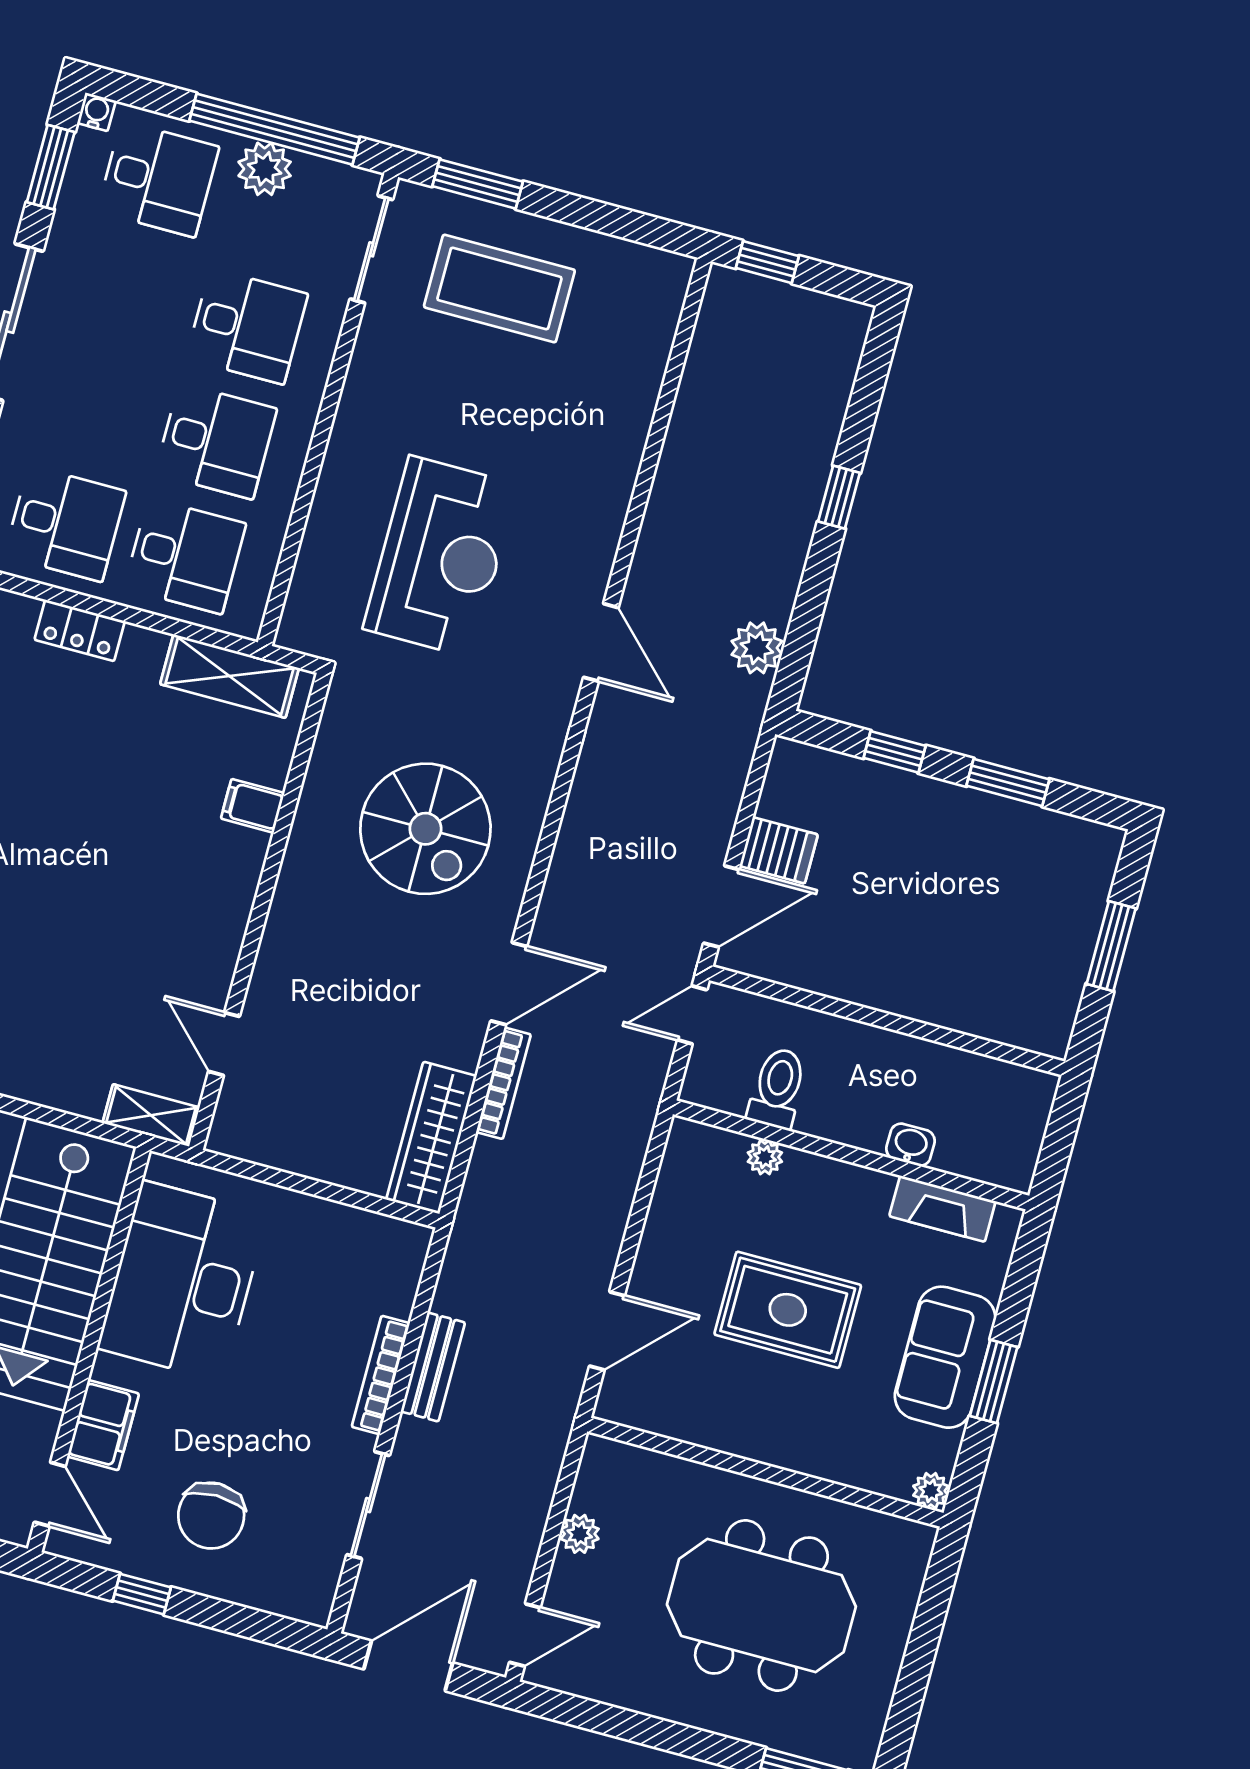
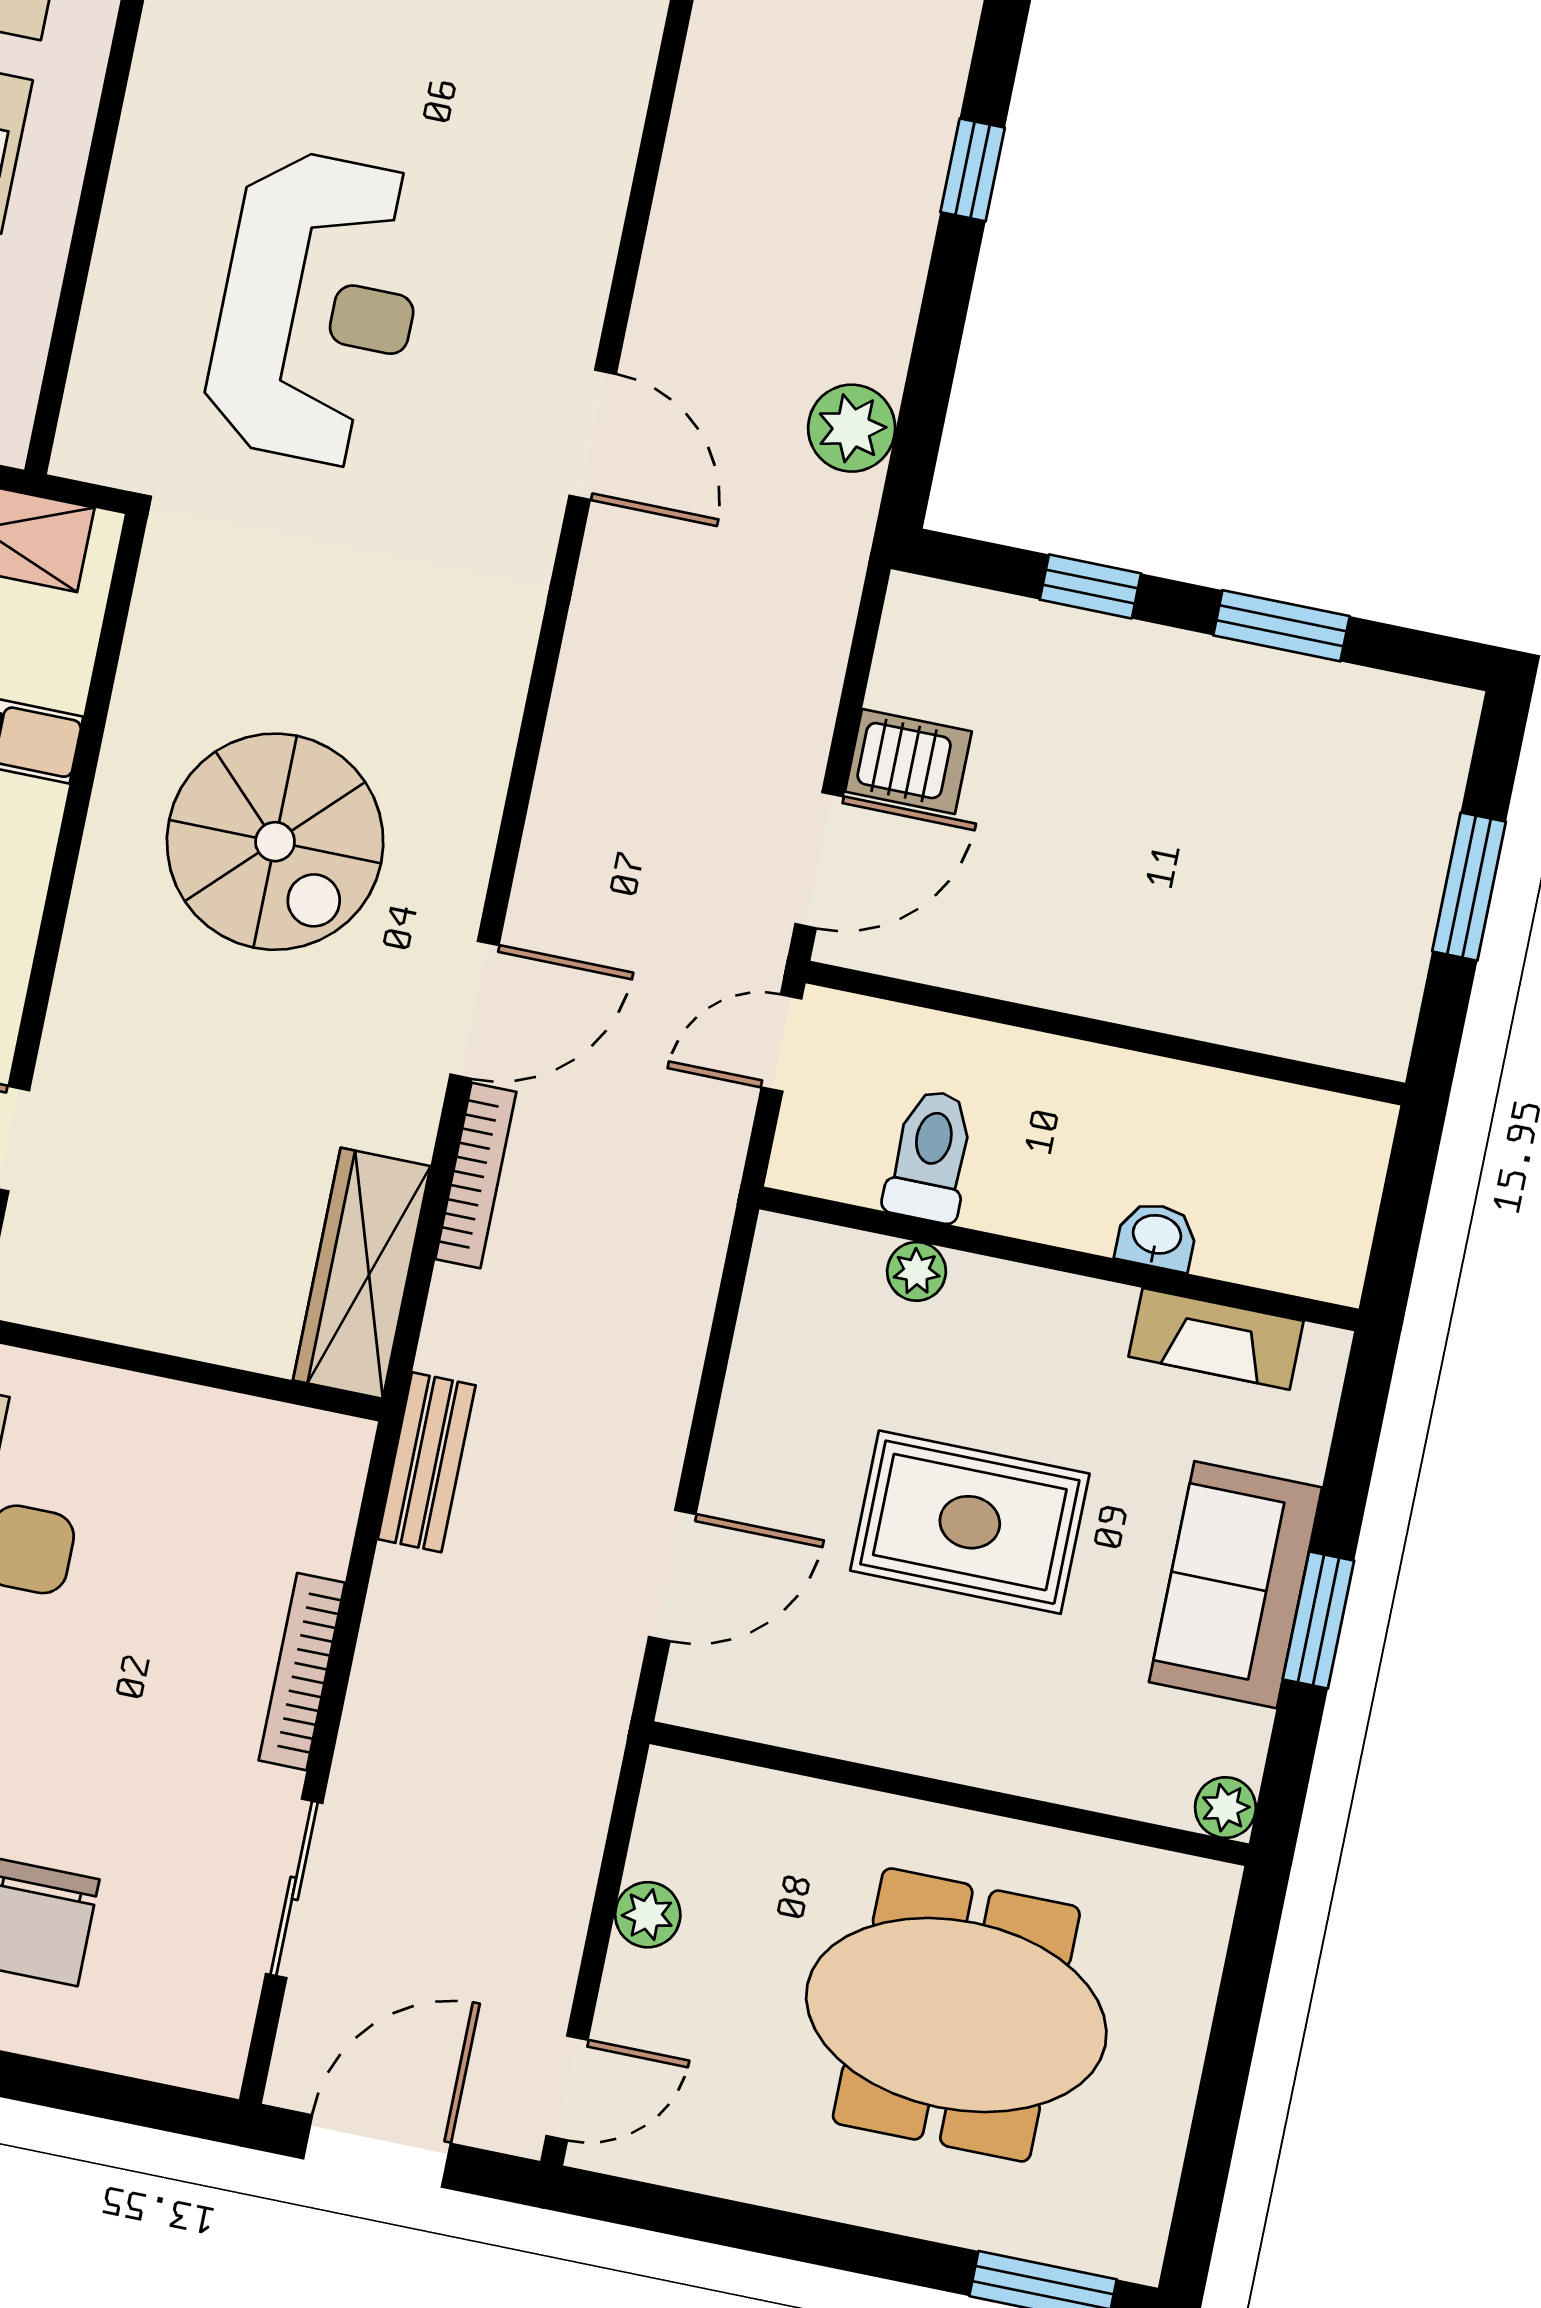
spiral stairs: (425, 829) -> (275, 842), moved
bench: (433, 1367) -> (427, 1462), moved

